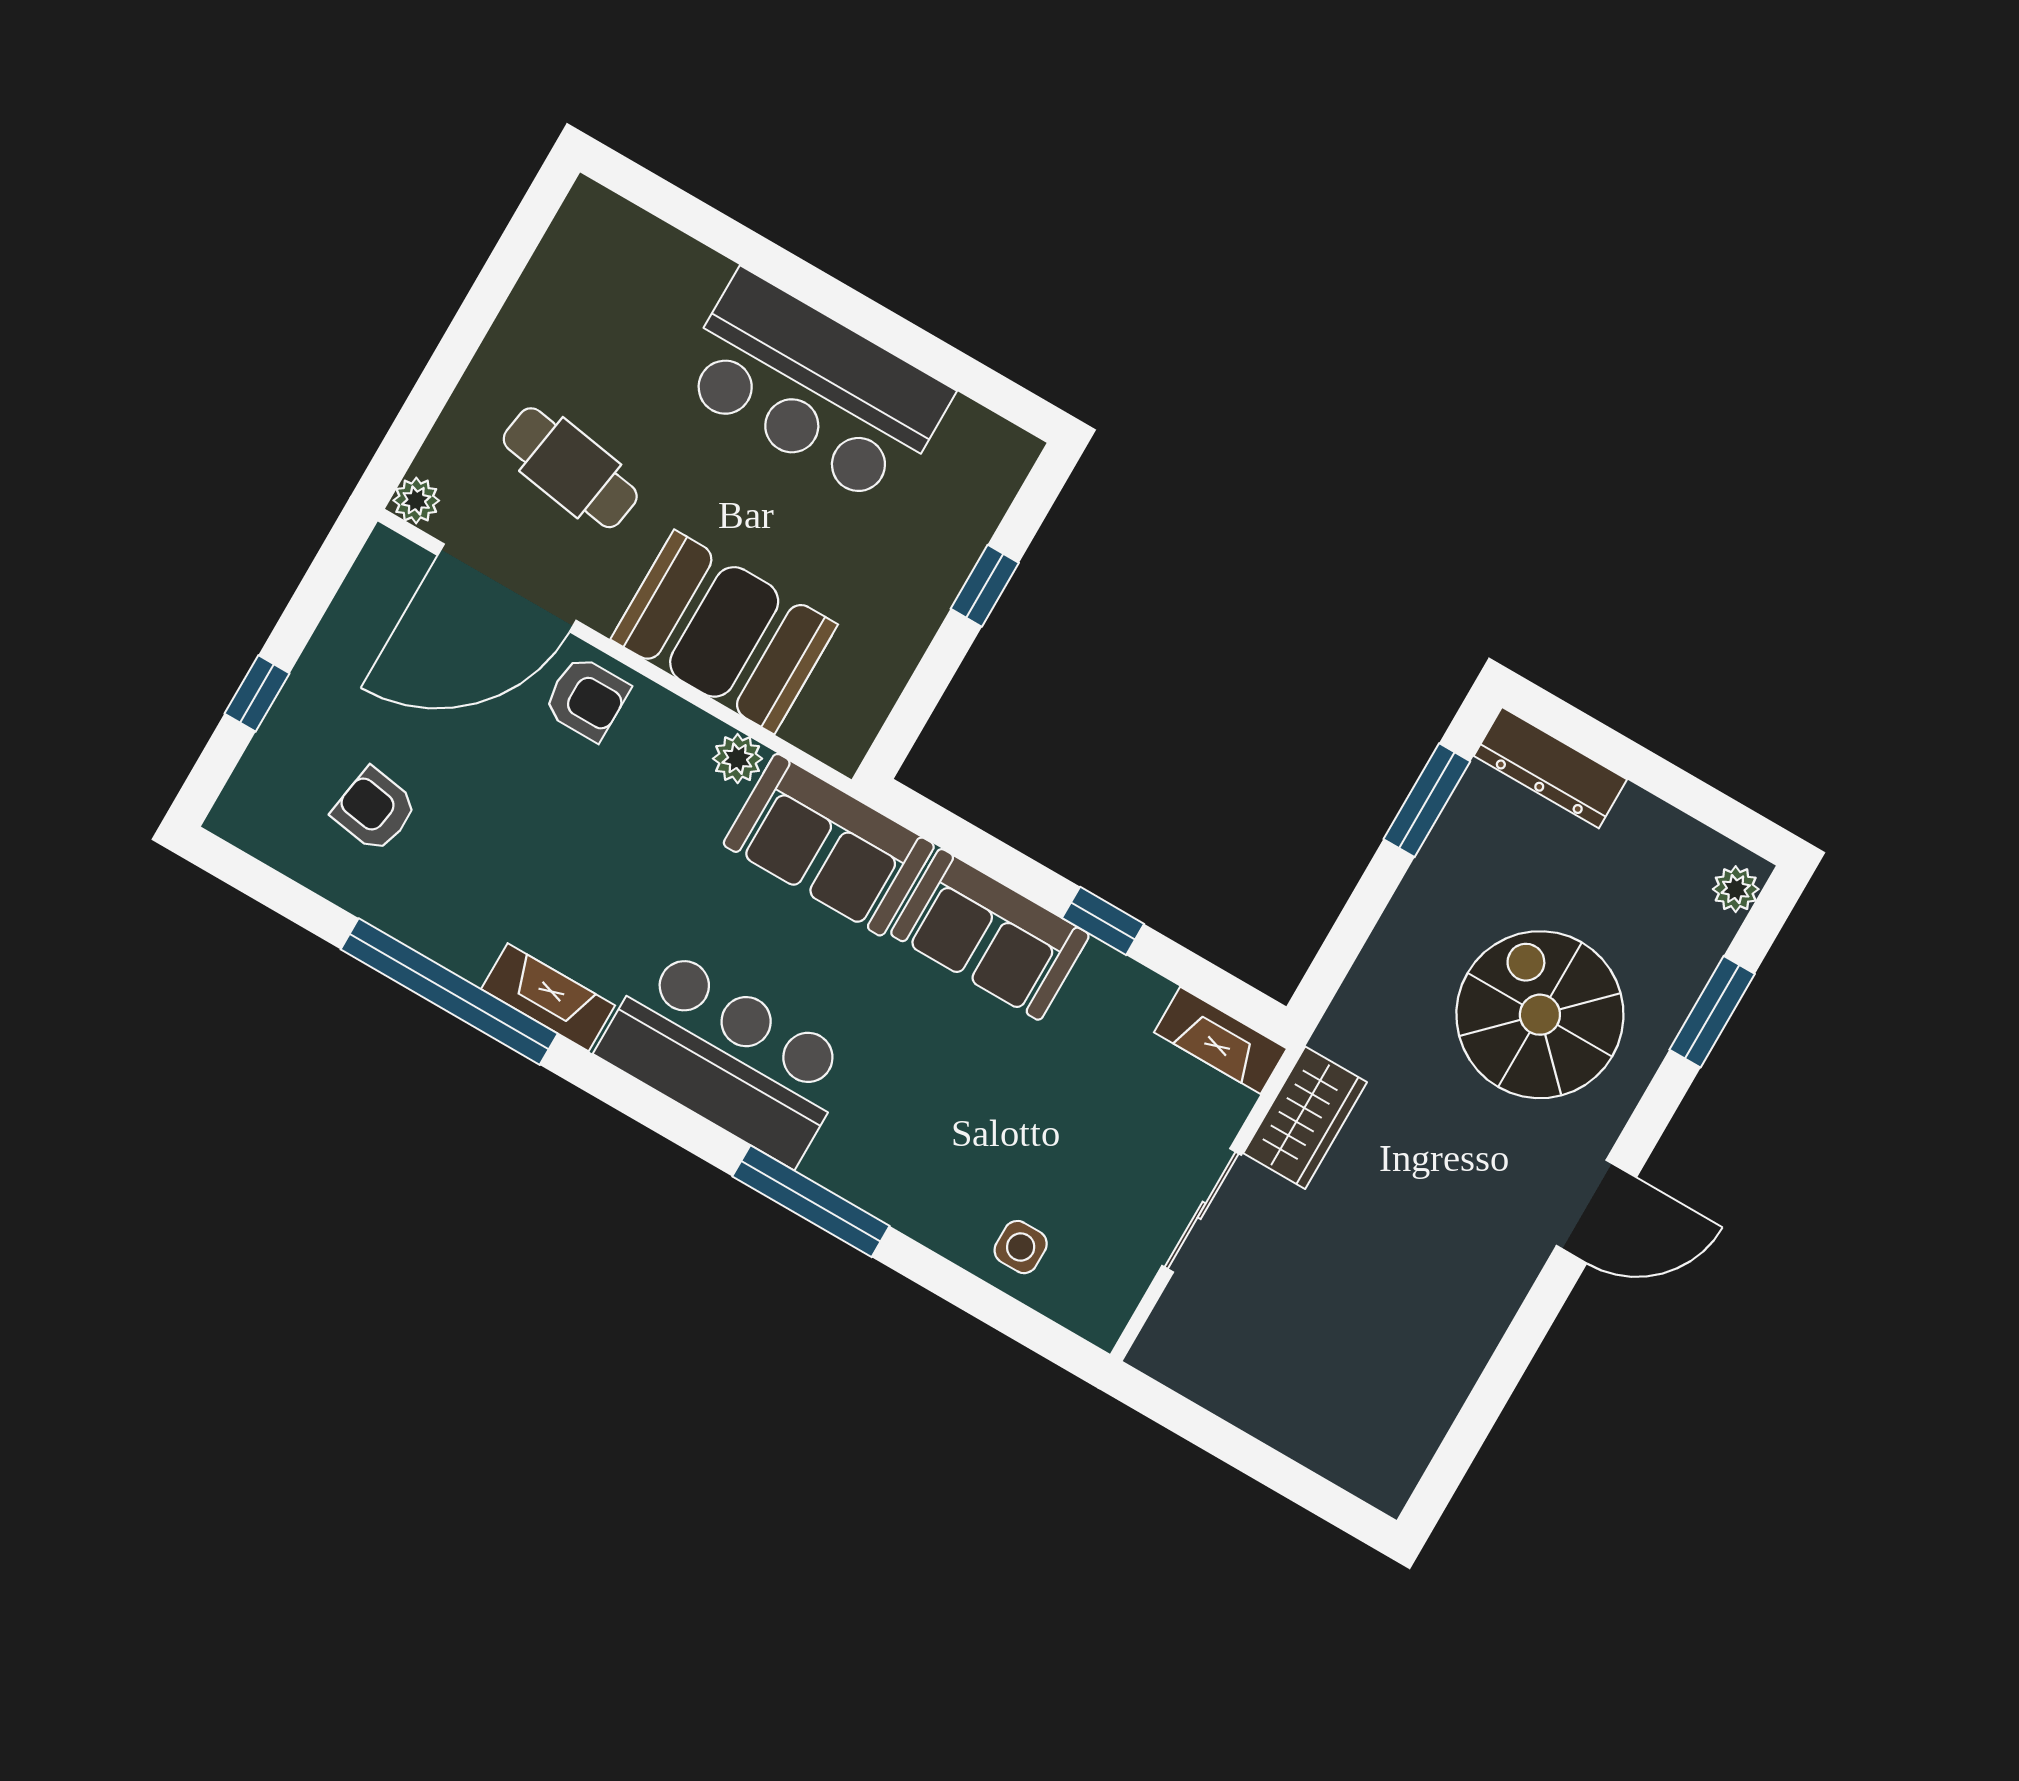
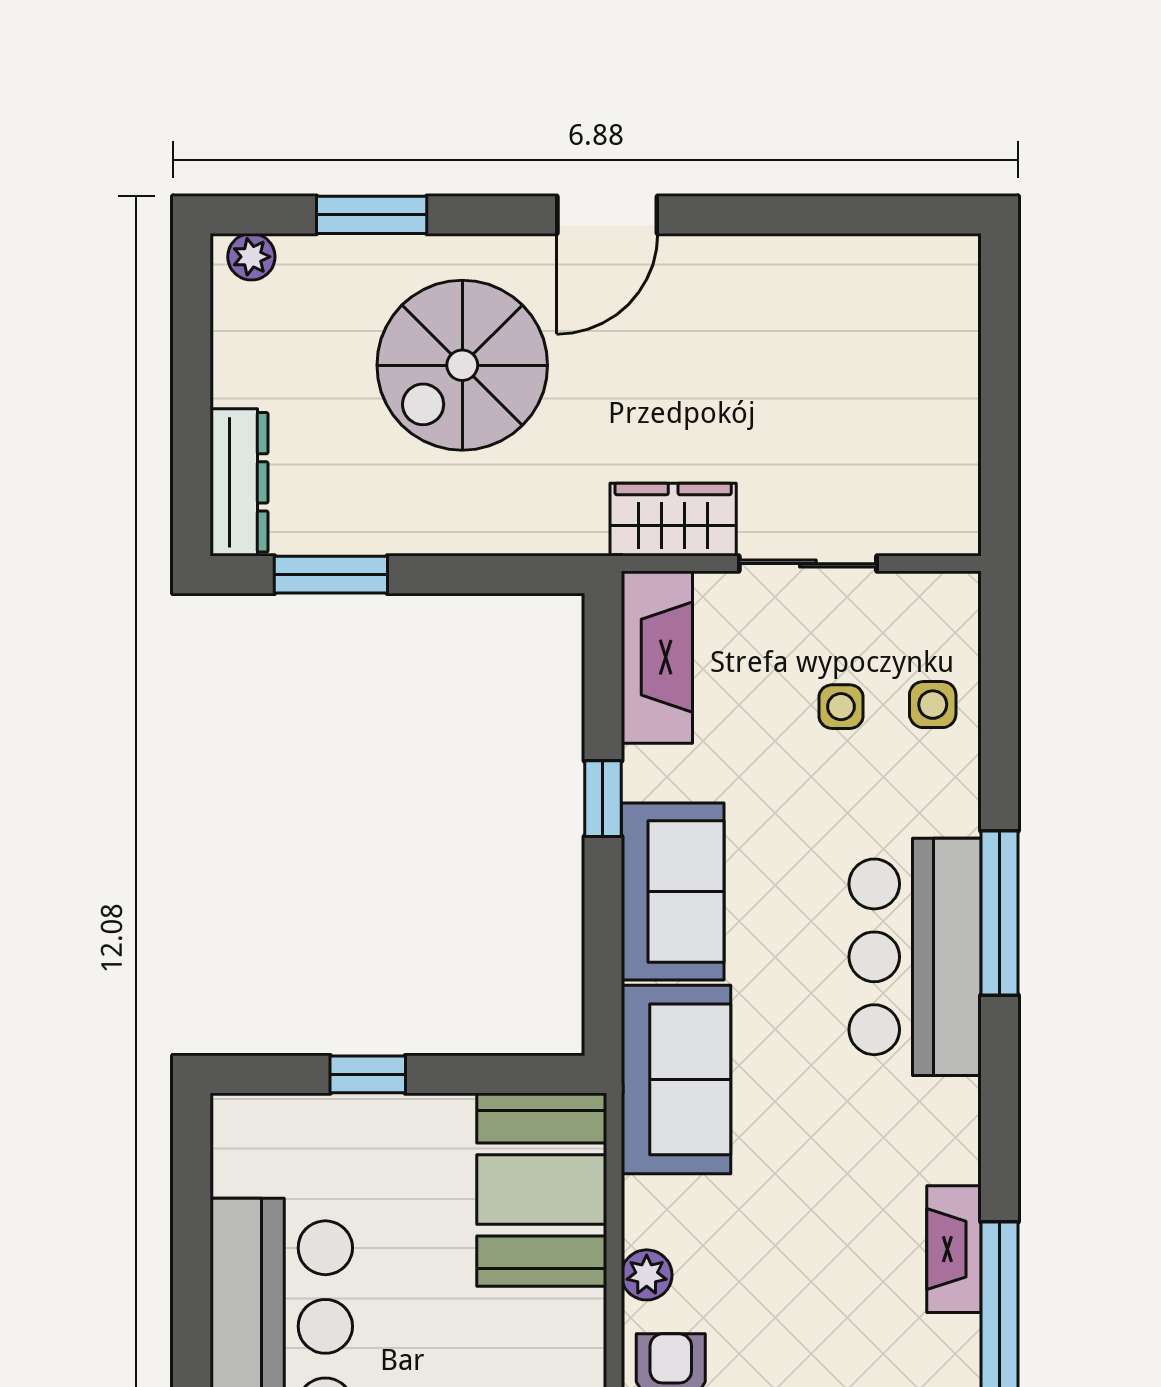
booth: (724, 632) -> (542, 1190), moved
plant: (738, 759) -> (647, 1275), moved
fireplace: (1220, 1040) -> (657, 657), width x1.37, depth x1.32
bar counter: (726, 1056) -> (915, 957), moved
side table: (1064, 1168) -> (841, 707), added
door: (1596, 1212) -> (607, 215), swing flipped

